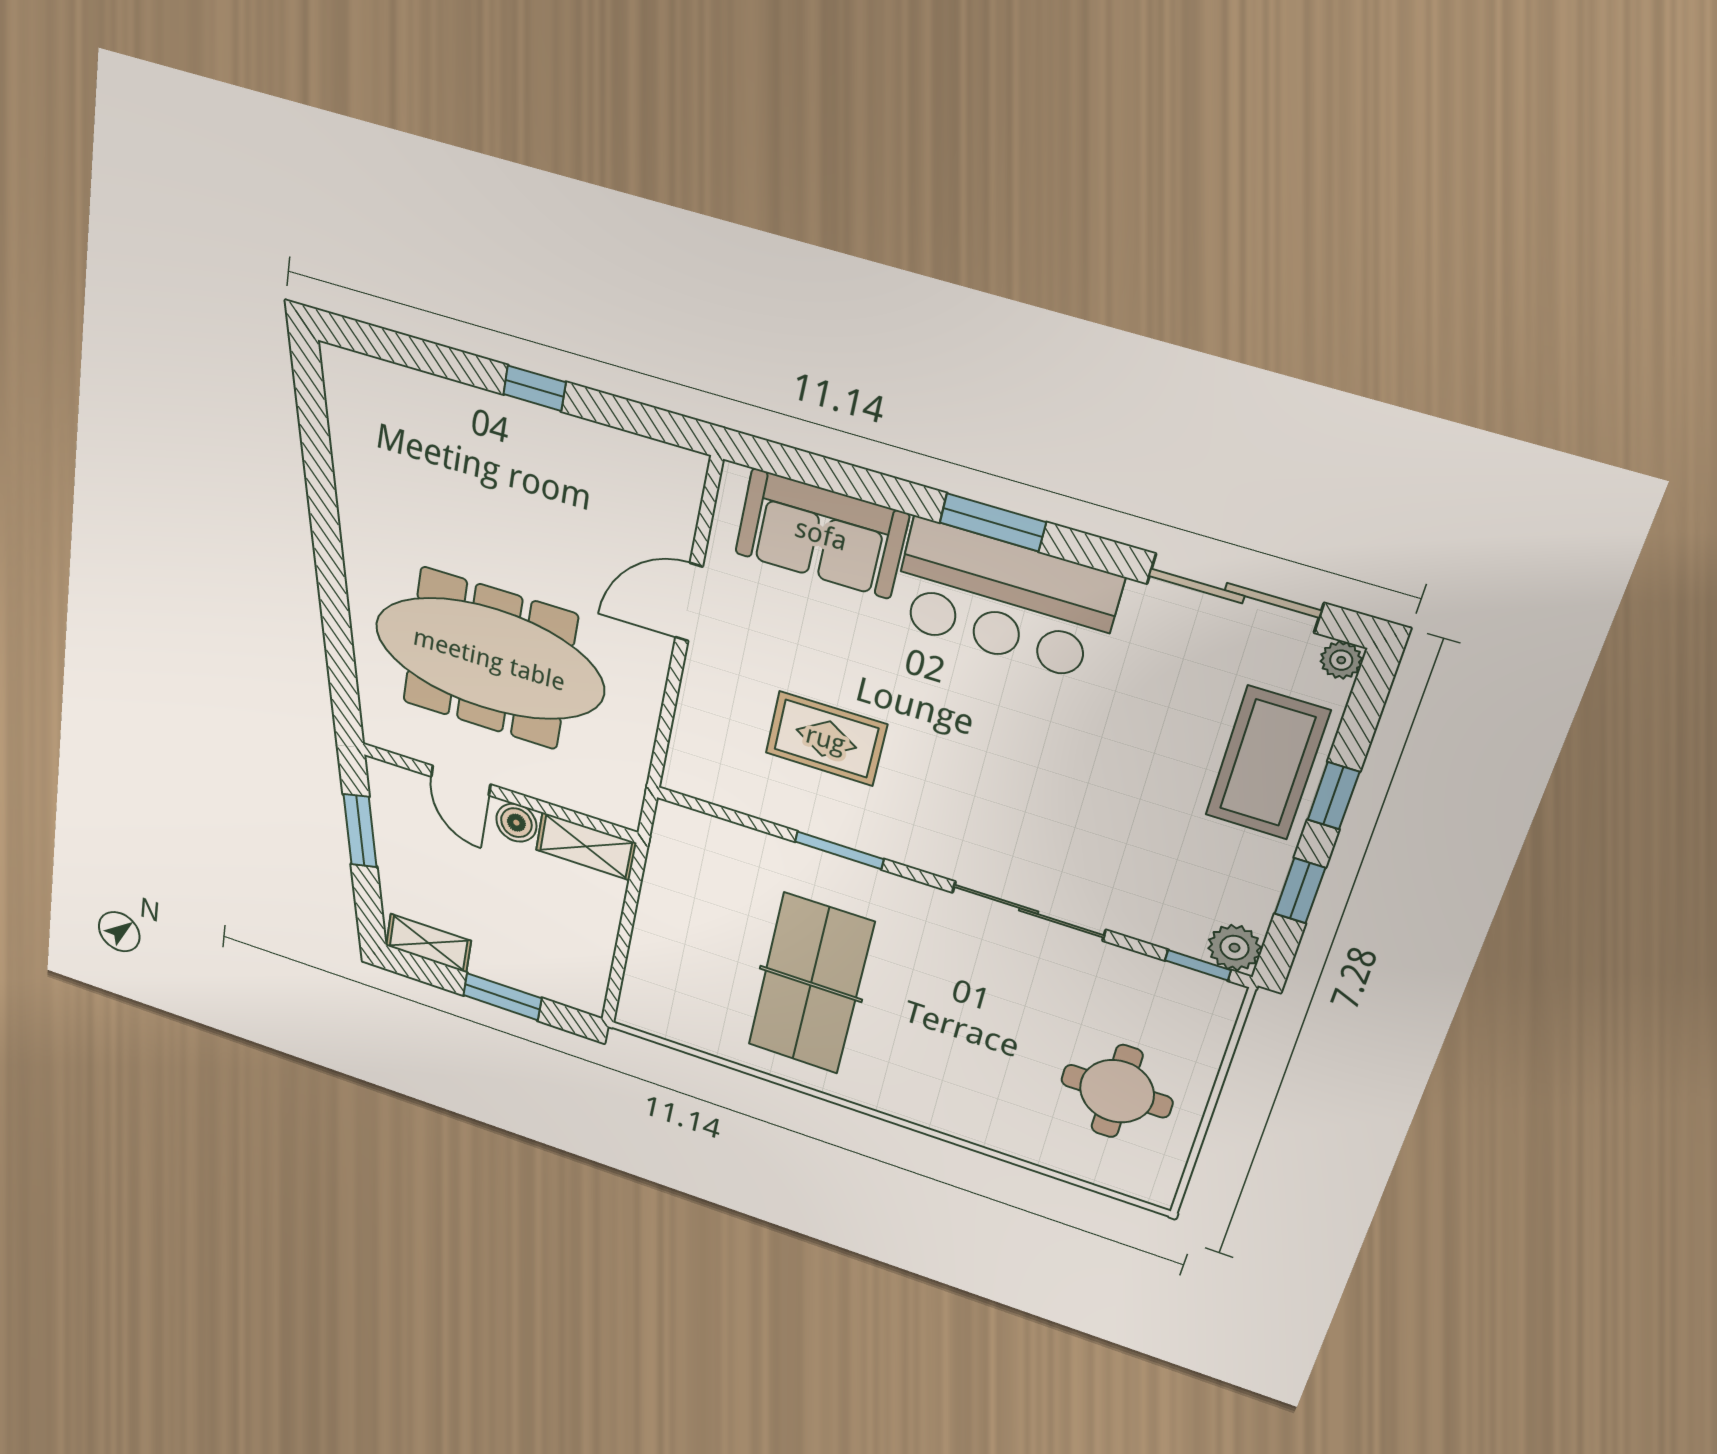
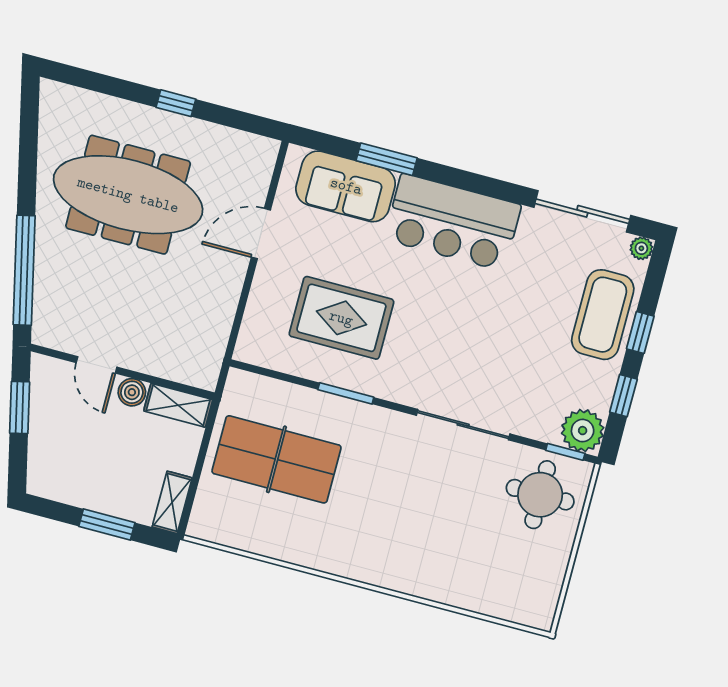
window: (993, 522) -> (387, 159), moved
window: (338, 638) -> (24, 270), added
meeting table: (489, 659) -> (128, 195), moved
rug: (826, 739) -> (341, 318), width x1.36, depth x1.43
shelving: (429, 943) -> (172, 502), moved, turned 90
plant: (1234, 948) -> (583, 431), width x1.36, depth x1.36
table tennis table: (811, 984) -> (276, 459), moved, turned 90
round table: (1117, 1091) -> (540, 495), moved

